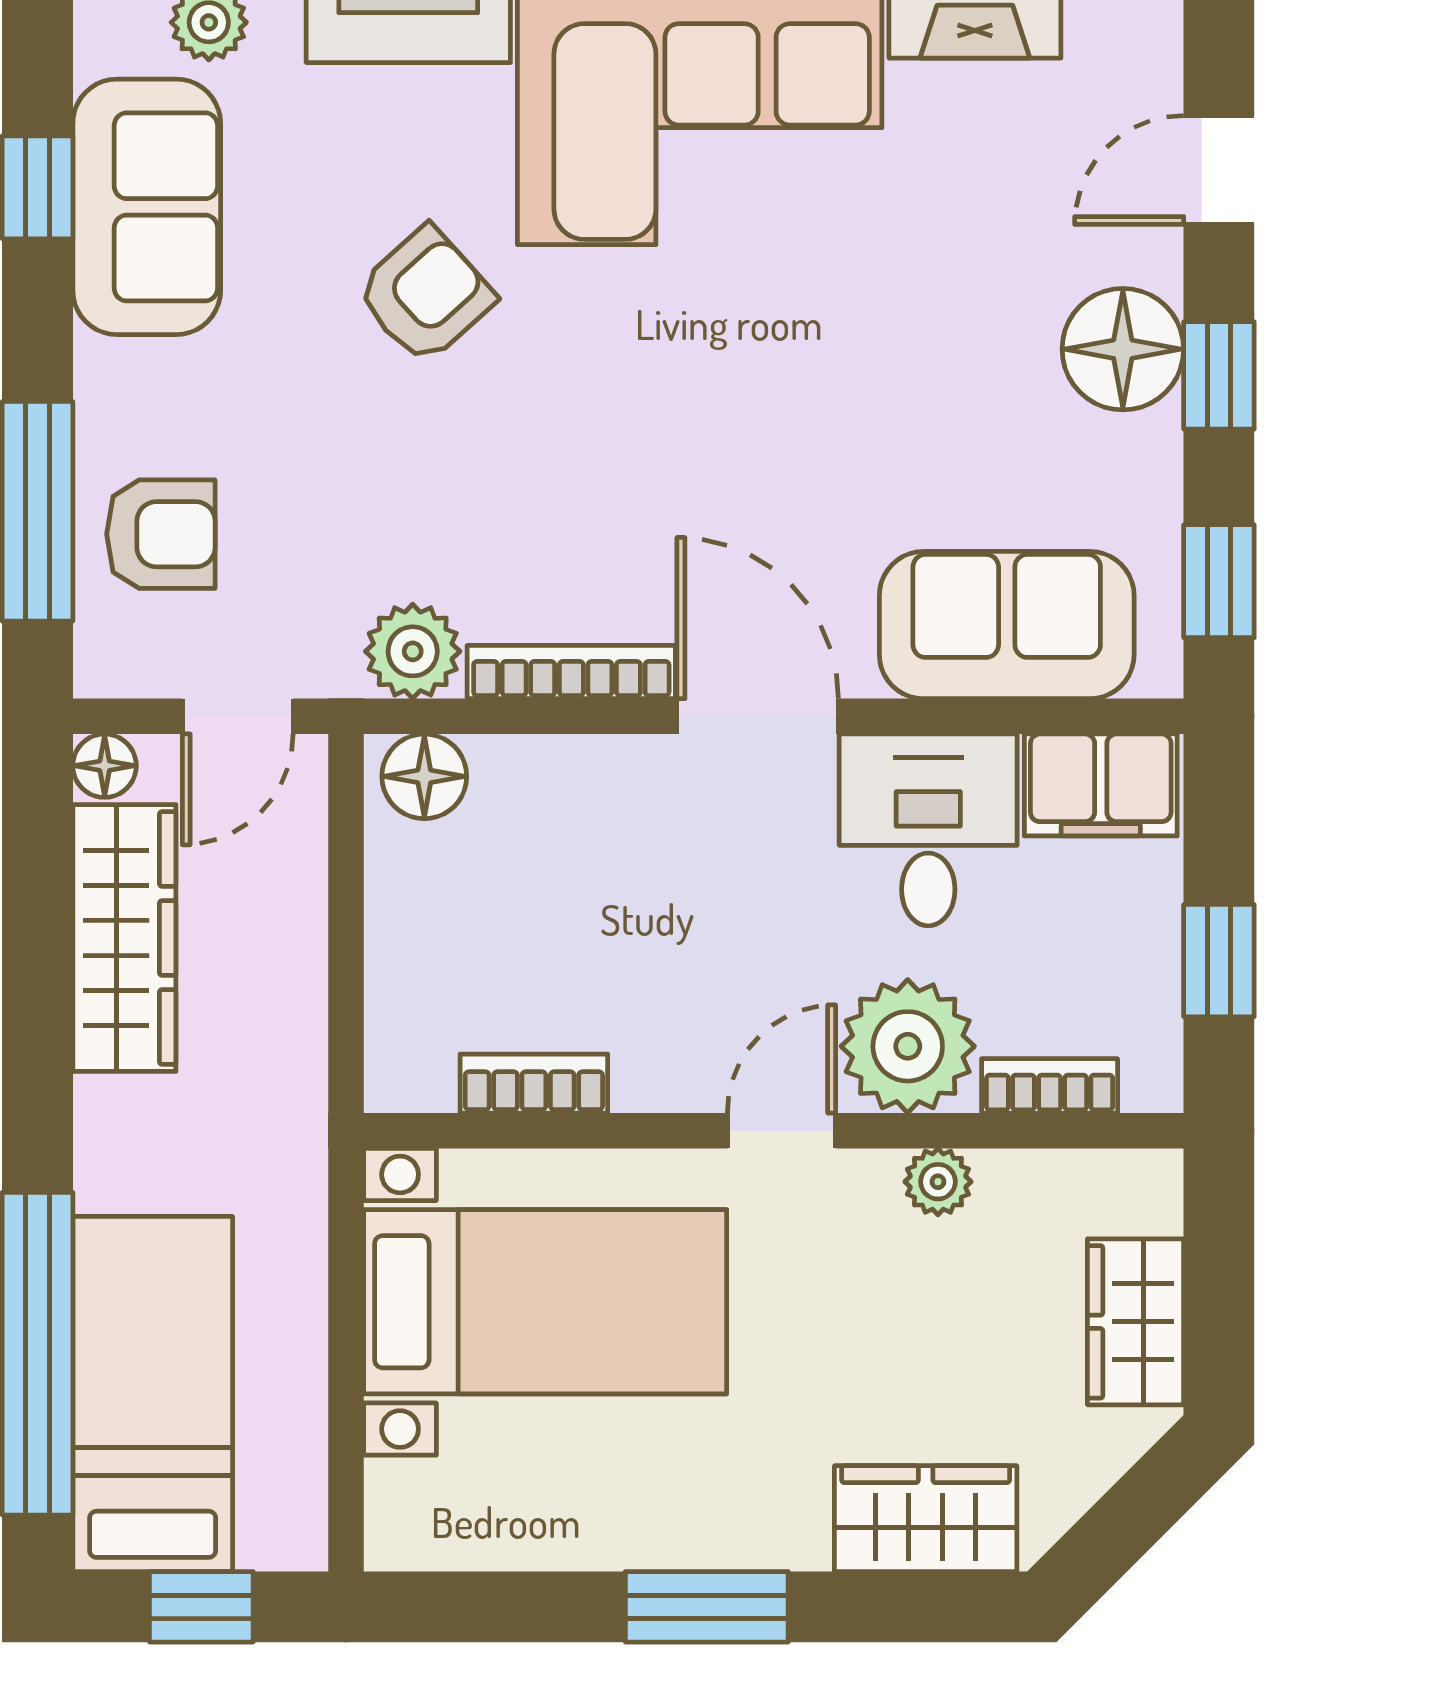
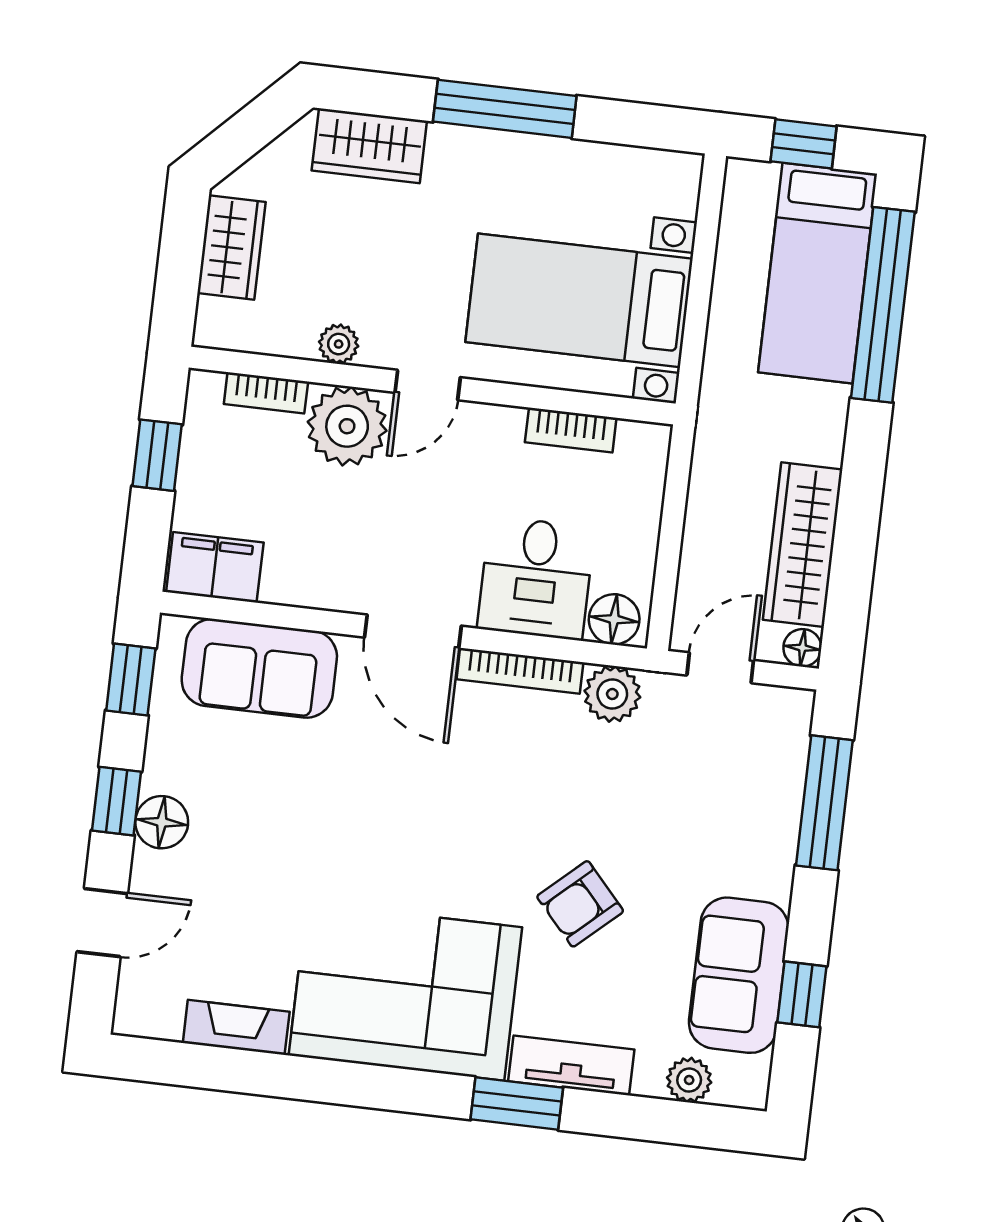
floor lamp: (1123, 349) -> (162, 822), width x0.73, depth x0.73
armchair: (161, 534) -> (753, 781), removed
desk: (928, 830) -> (536, 578), moved
window: (707, 1607) -> (505, 109), width x1.44

